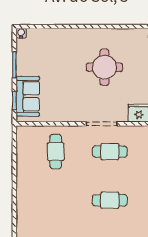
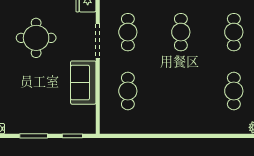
sofa: (28, 96) -> (83, 83), moved, turned -90
cafe table: (56, 152) -> (128, 91), turned 90

